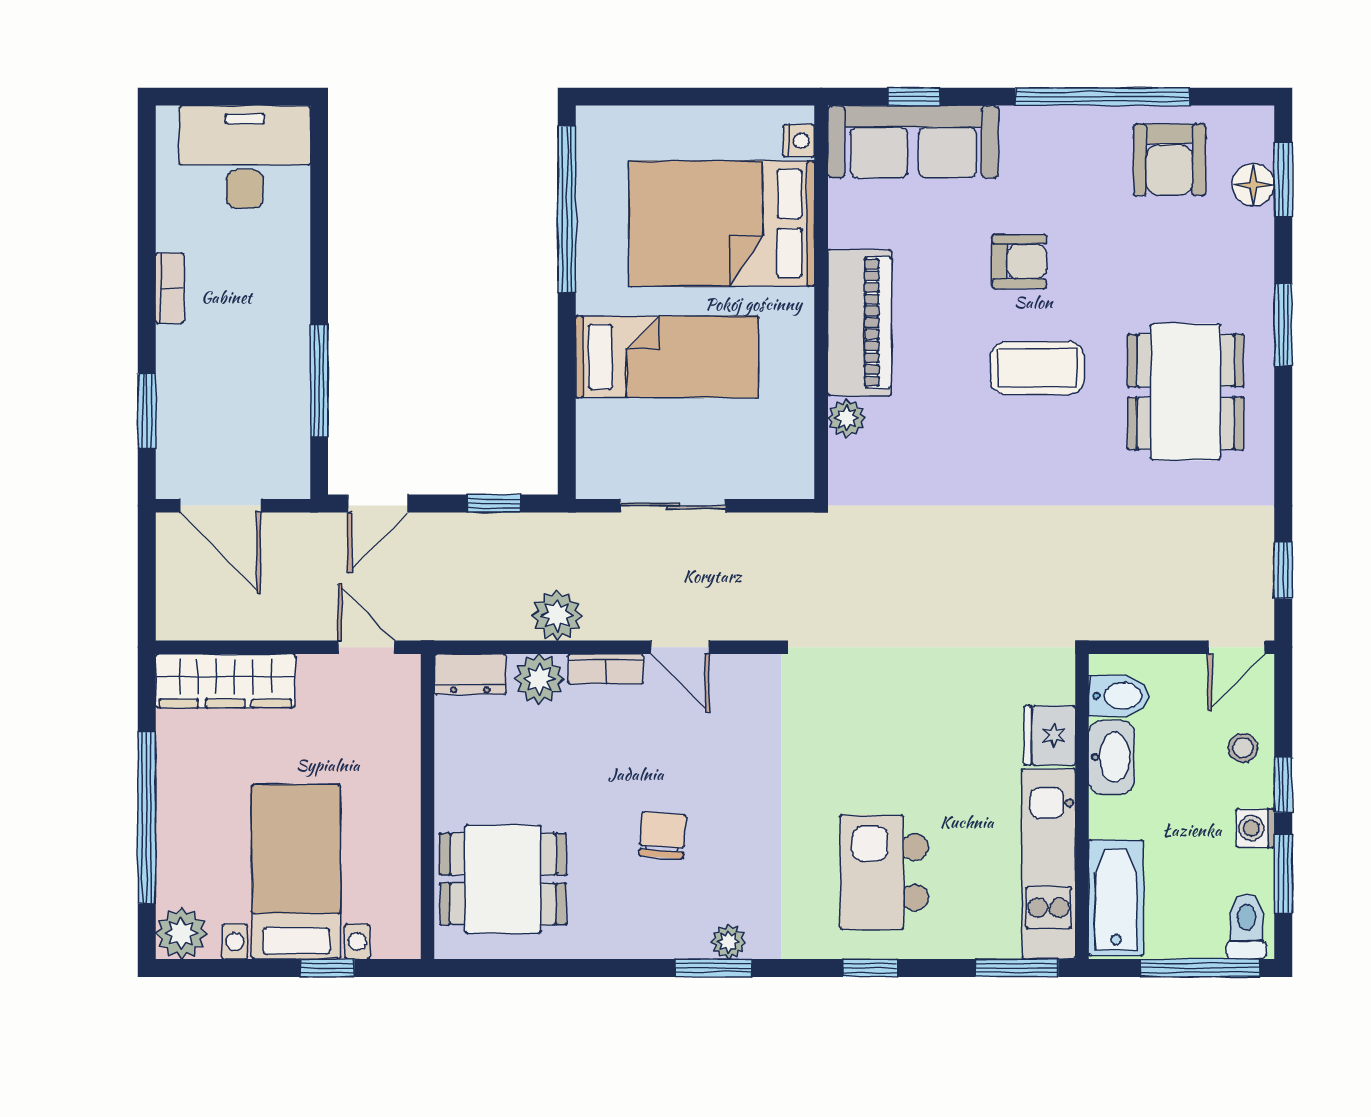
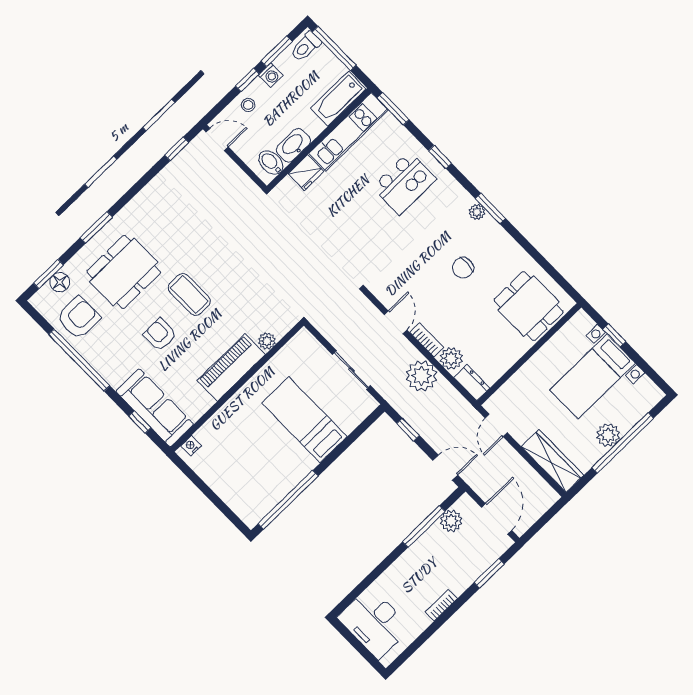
bed: (722, 224) -> (243, 444), removed
dining table: (1186, 392) -> (124, 272), moved
plant: (286, 432) -> (451, 521), added
plant: (557, 615) -> (422, 376), width x1.36, depth x1.36
plant: (181, 933) -> (608, 435), moved

